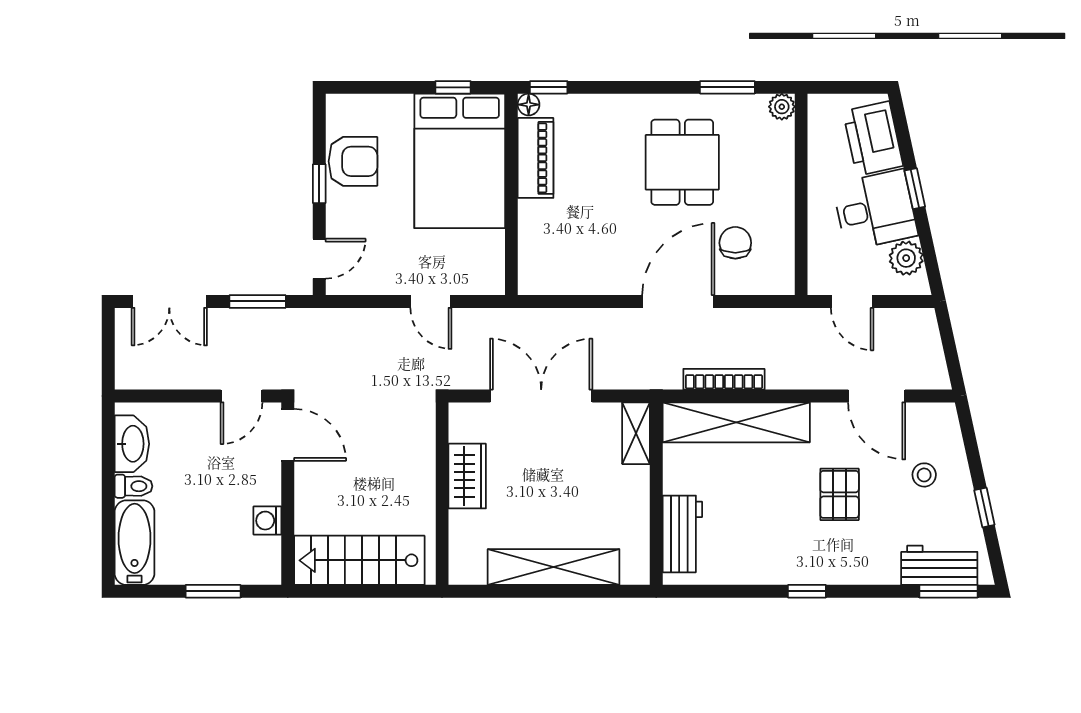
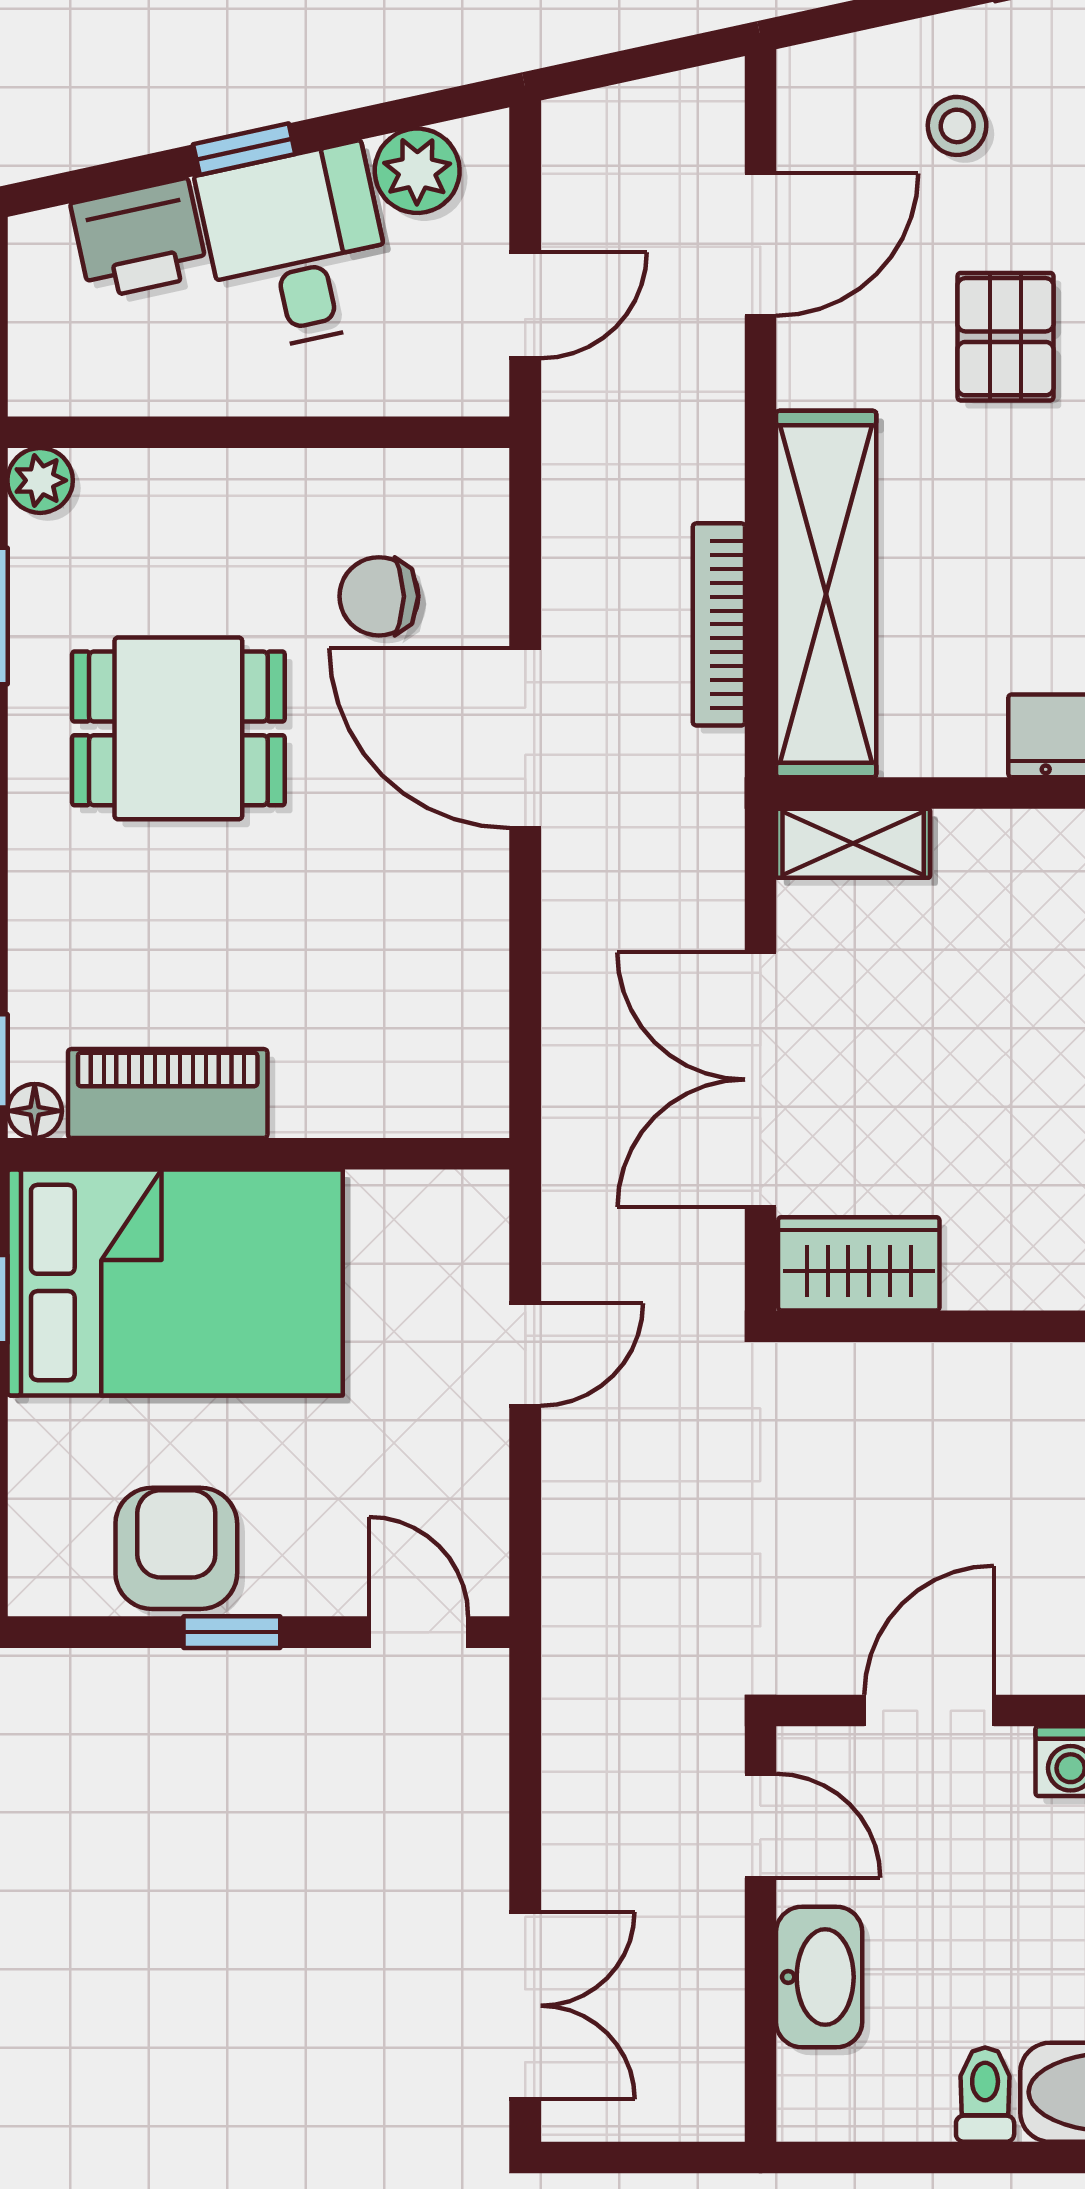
printer: (873, 139) -> (139, 239), width x0.73, depth x0.84
window: (258, 301) -> (525, 1786), removed
door: (288, 435) -> (929, 1711), moved
washbasin: (132, 444) -> (819, 1977), moved, turned 90
wardrobe: (467, 476) -> (859, 1264), moved
pallet: (840, 494) -> (1005, 337), turned 90

